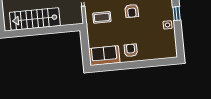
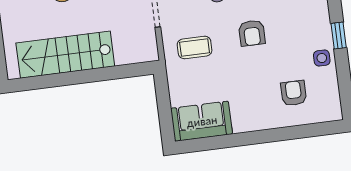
armchair: (131, 50) -> (294, 93), moved

